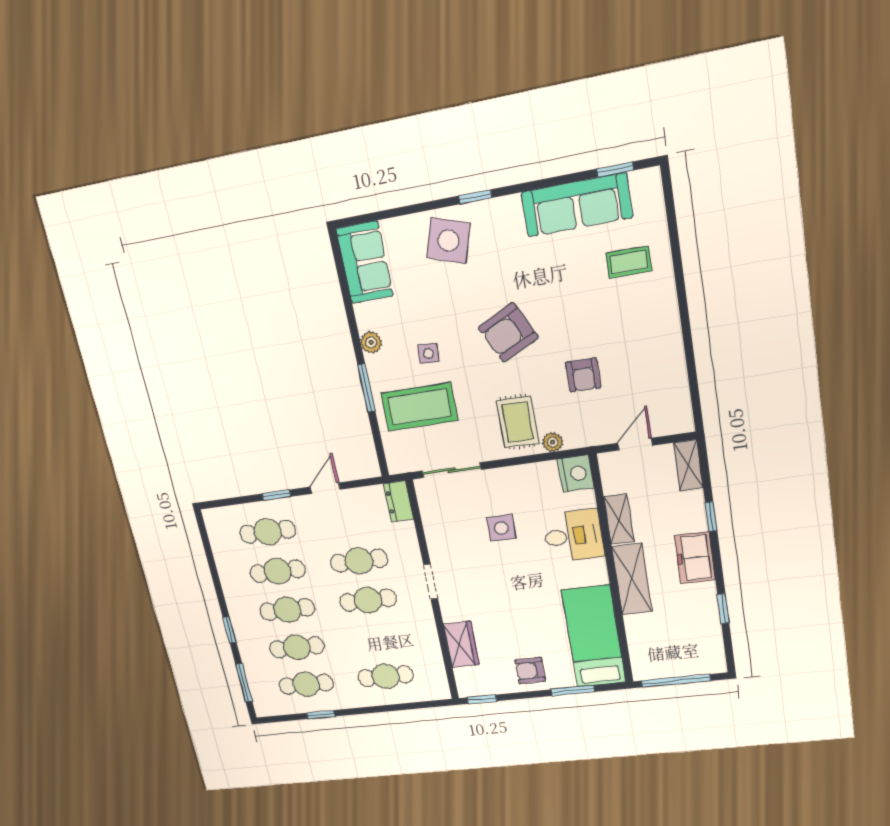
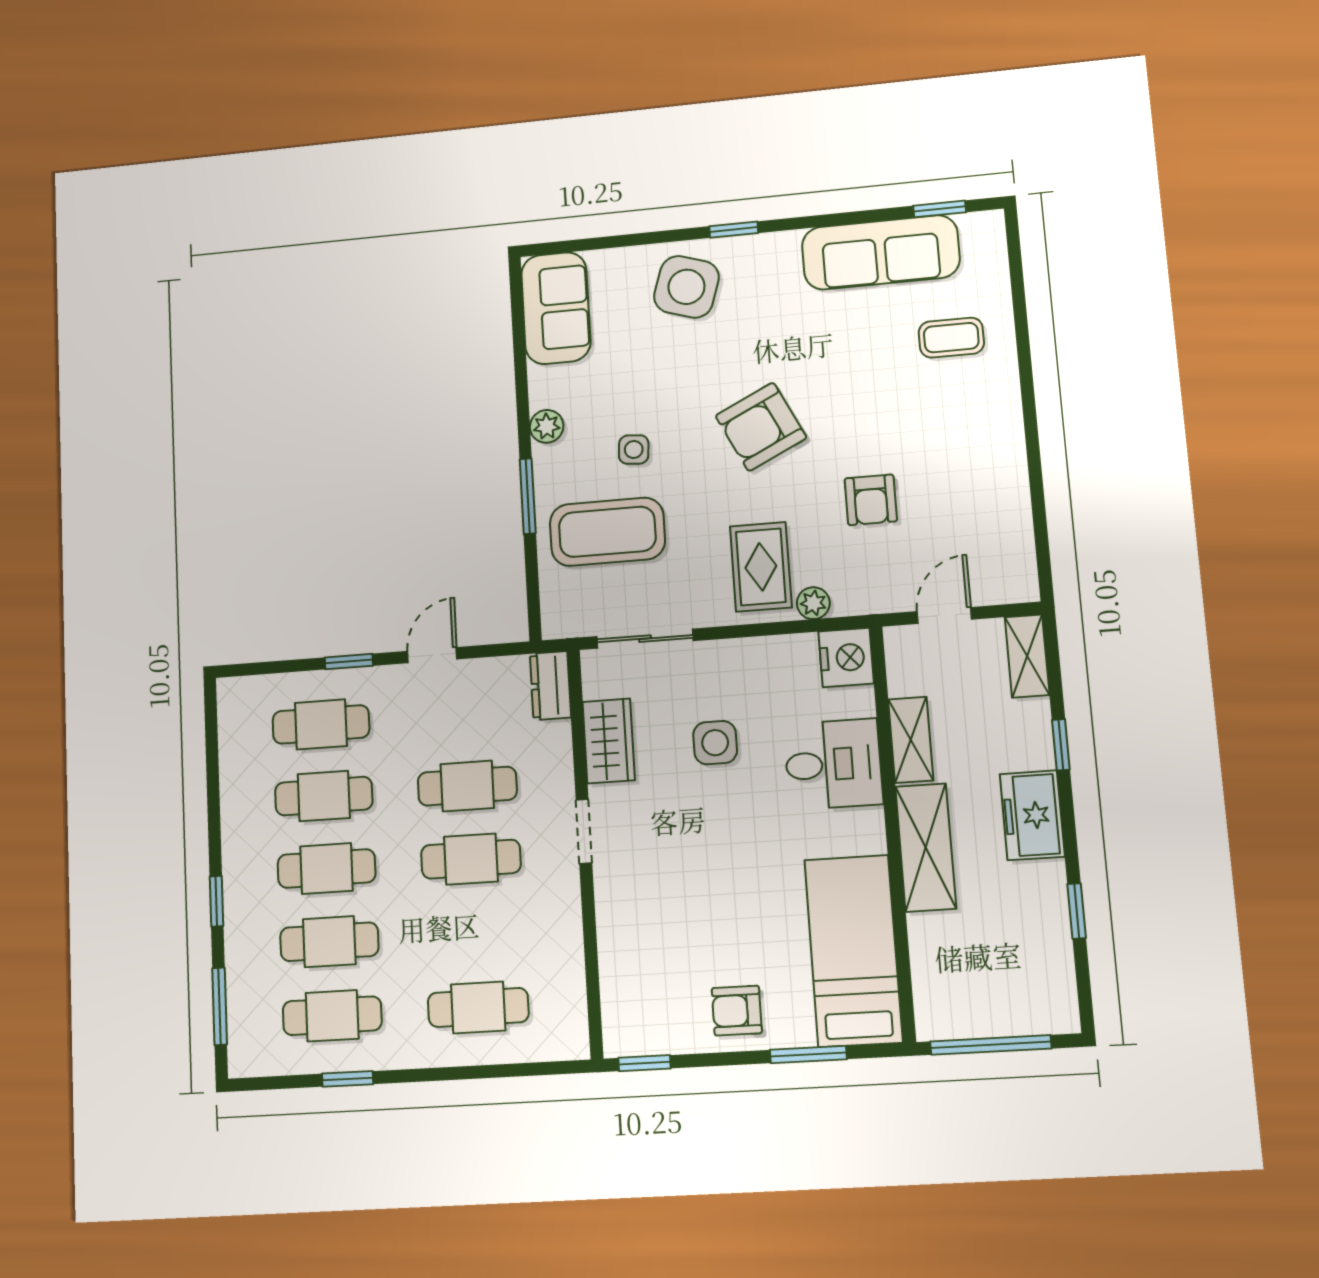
wardrobe: (461, 644) -> (609, 741), moved

